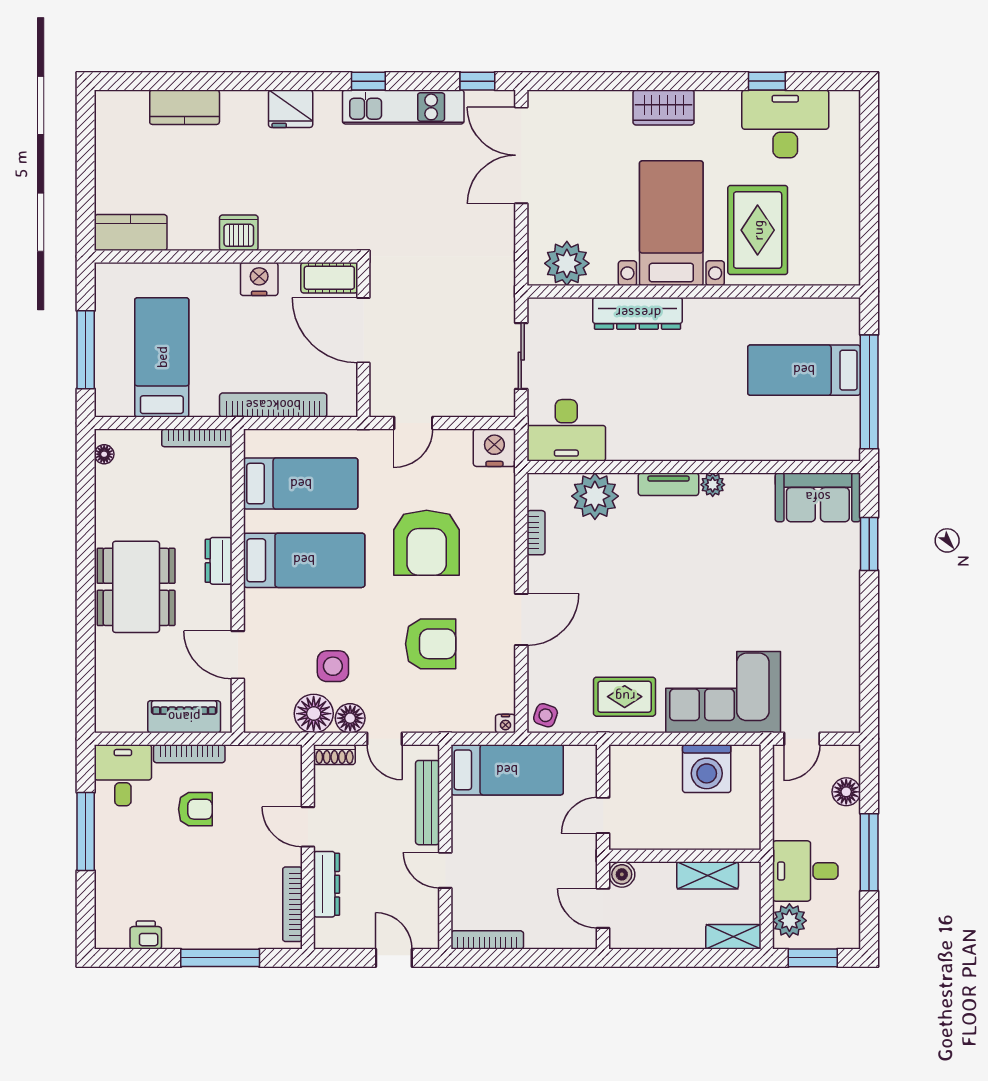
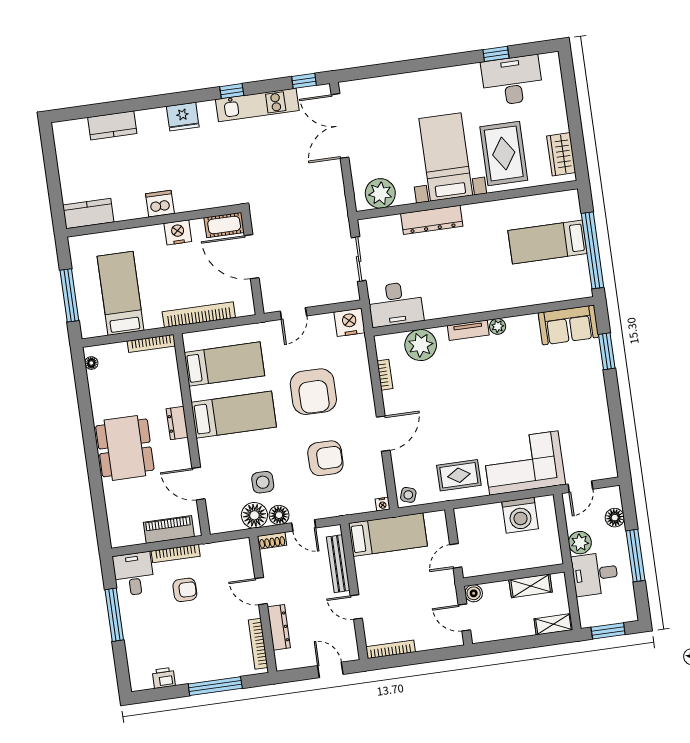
wardrobe: (664, 107) -> (561, 154), moved, turned 90
plant: (789, 921) -> (580, 543), moved

